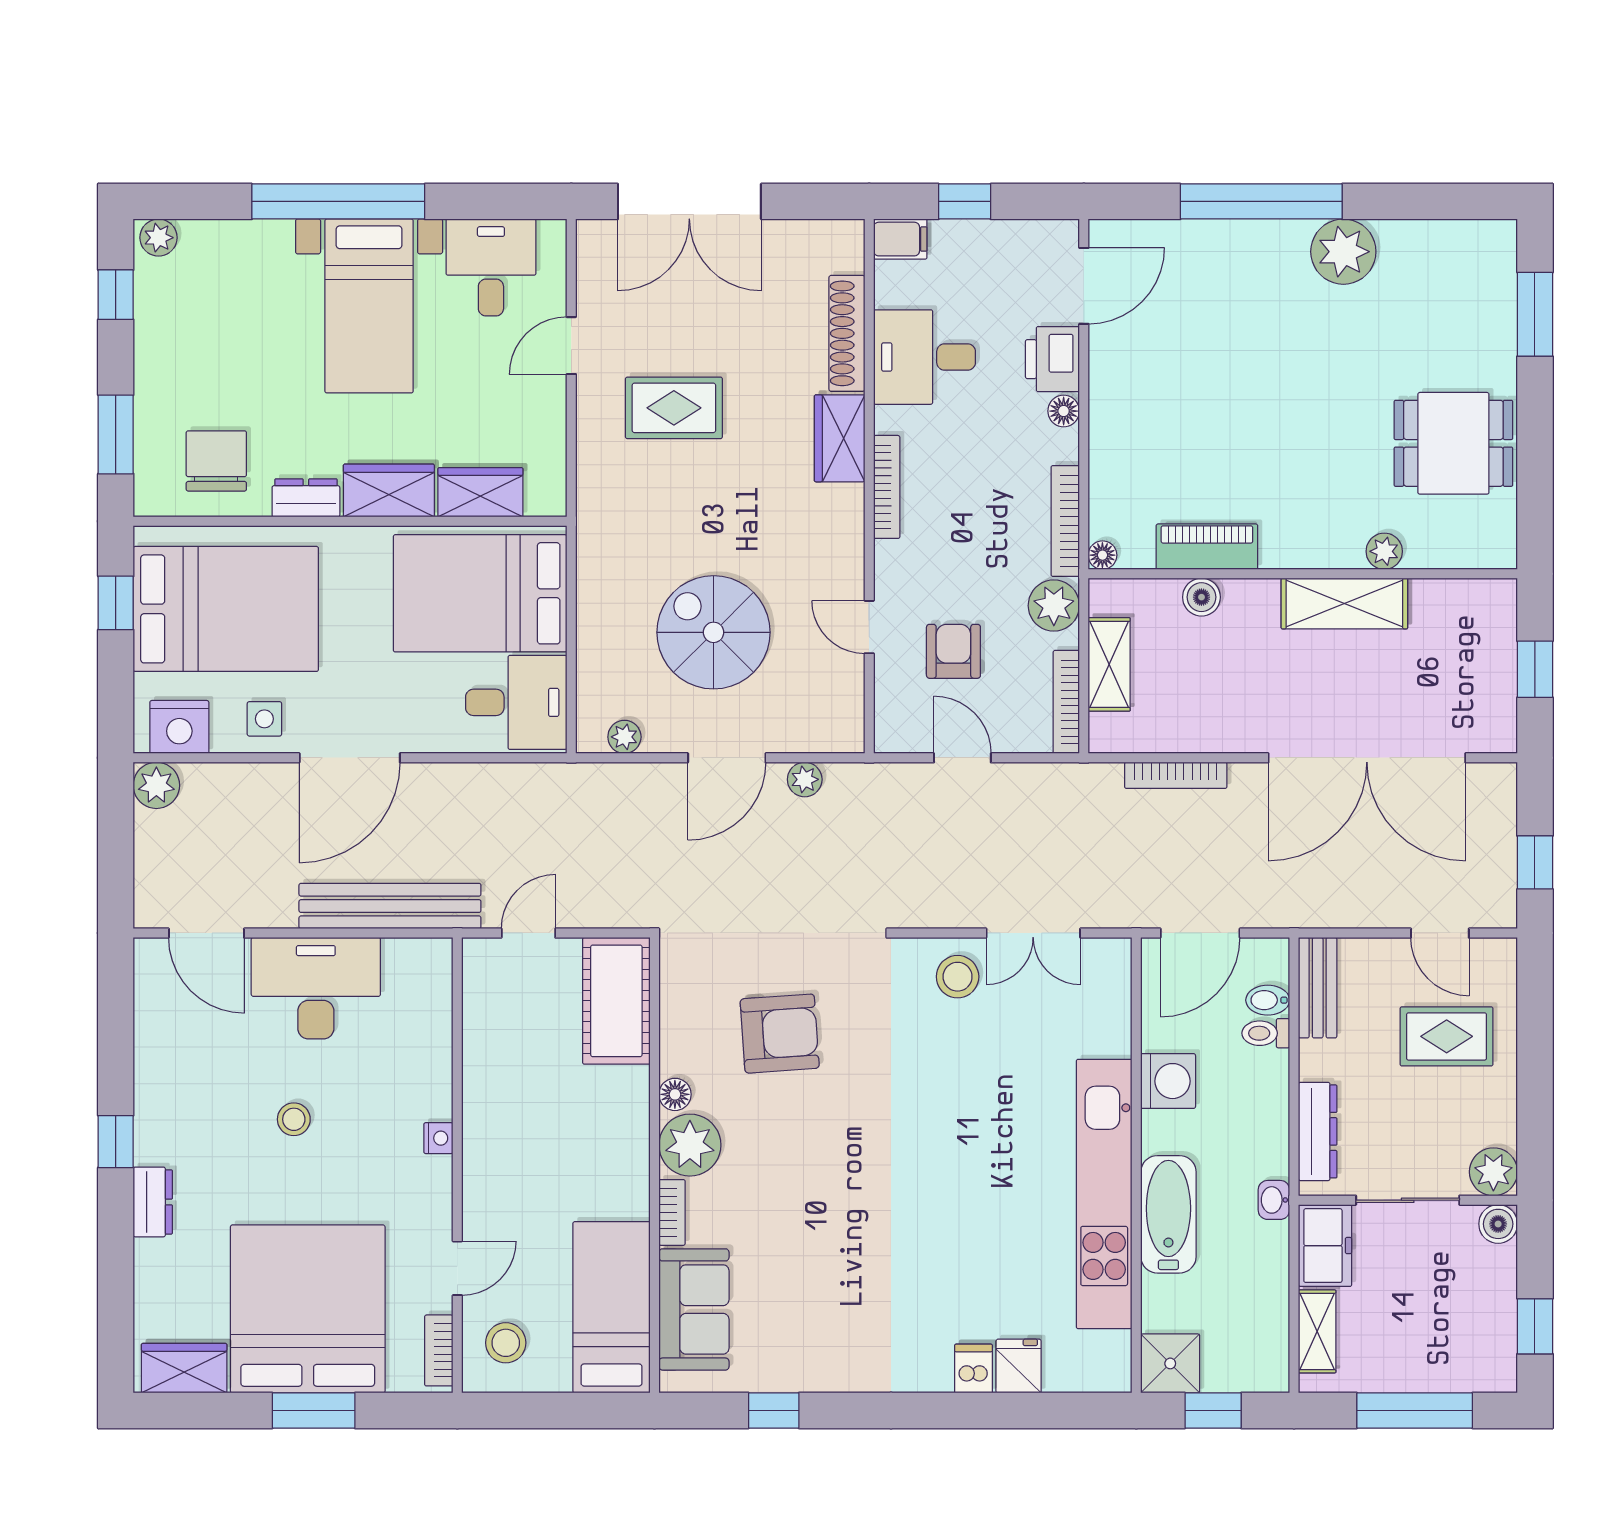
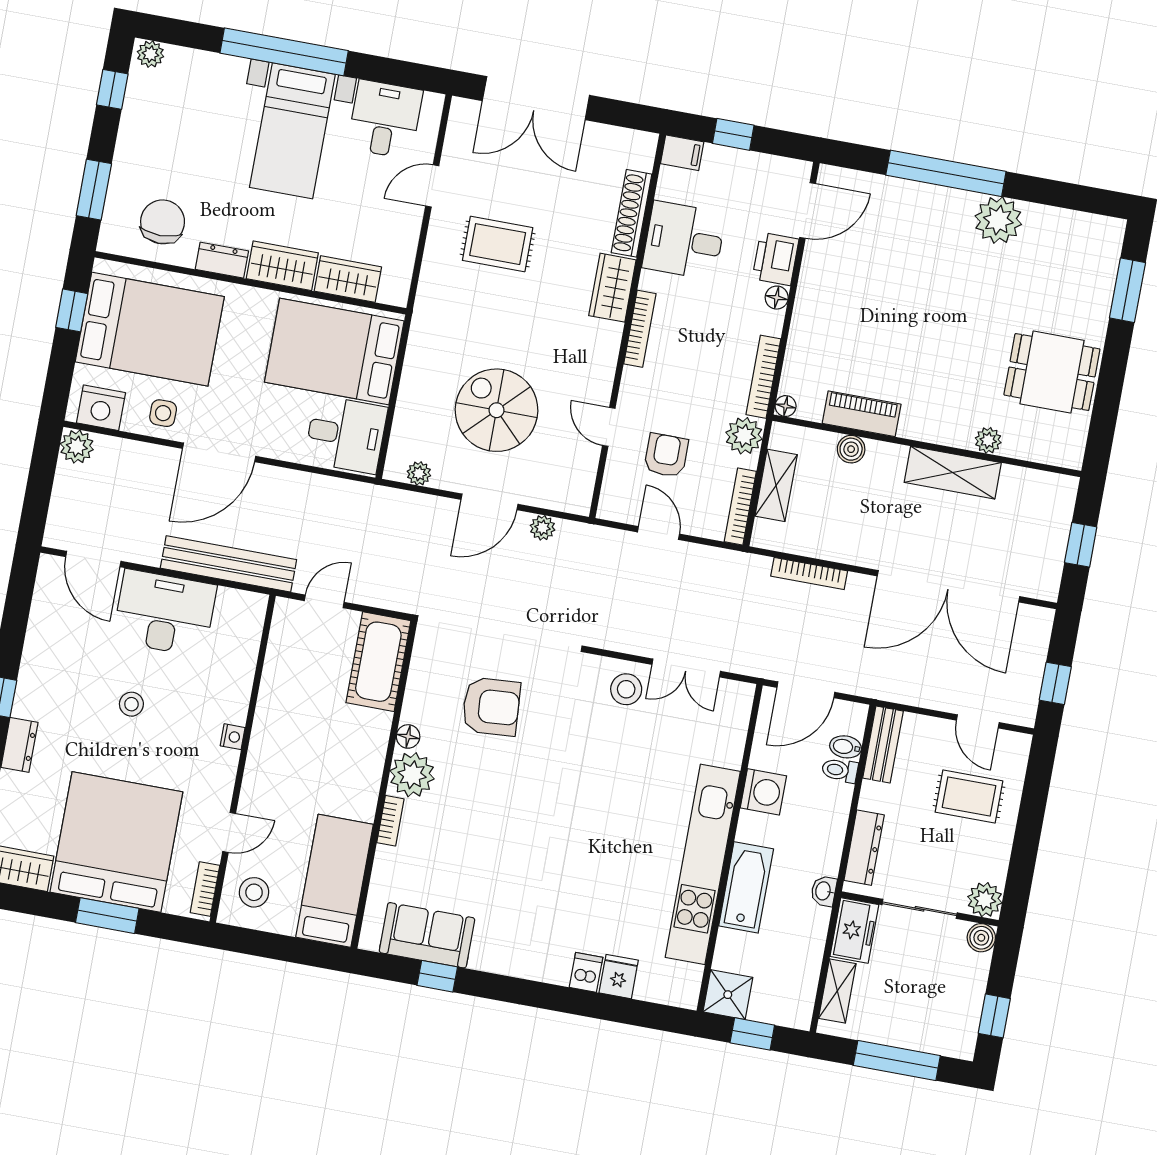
sofa: (694, 1309) -> (427, 935), moved, turned -90

